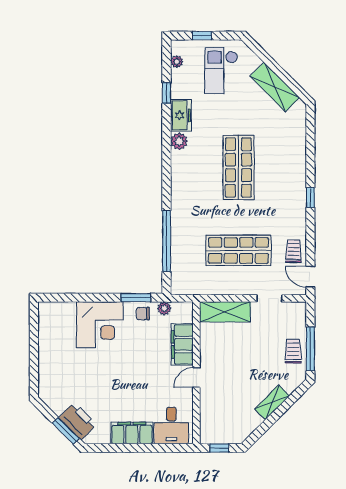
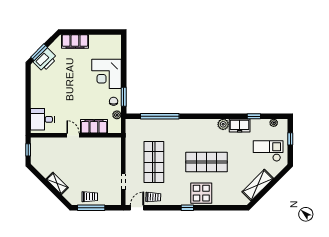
display table: (287, 176) -> (201, 193), added
shelving: (225, 312) -> (115, 153), removed
filing cabinet: (132, 433) -> (75, 41), moved, turned 90

